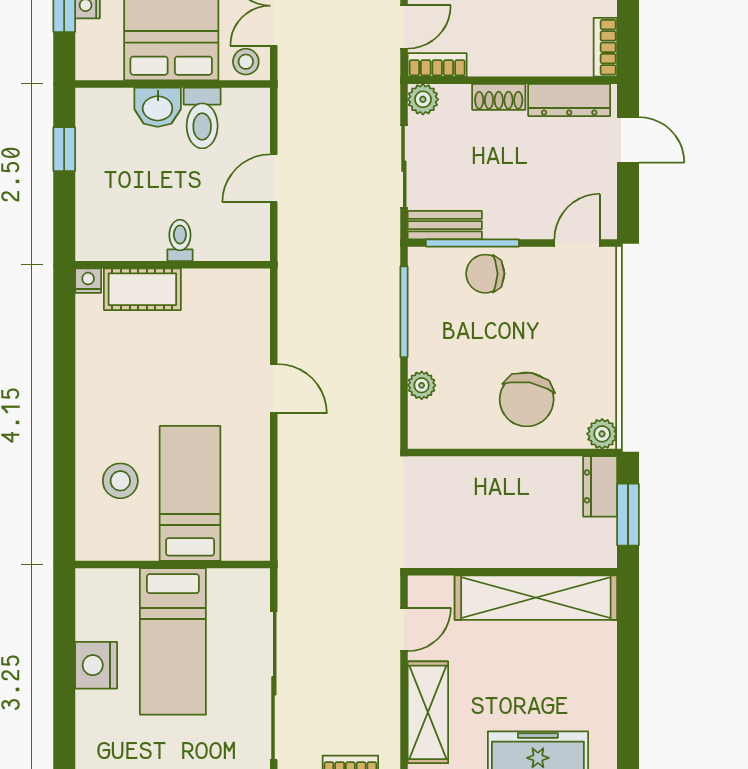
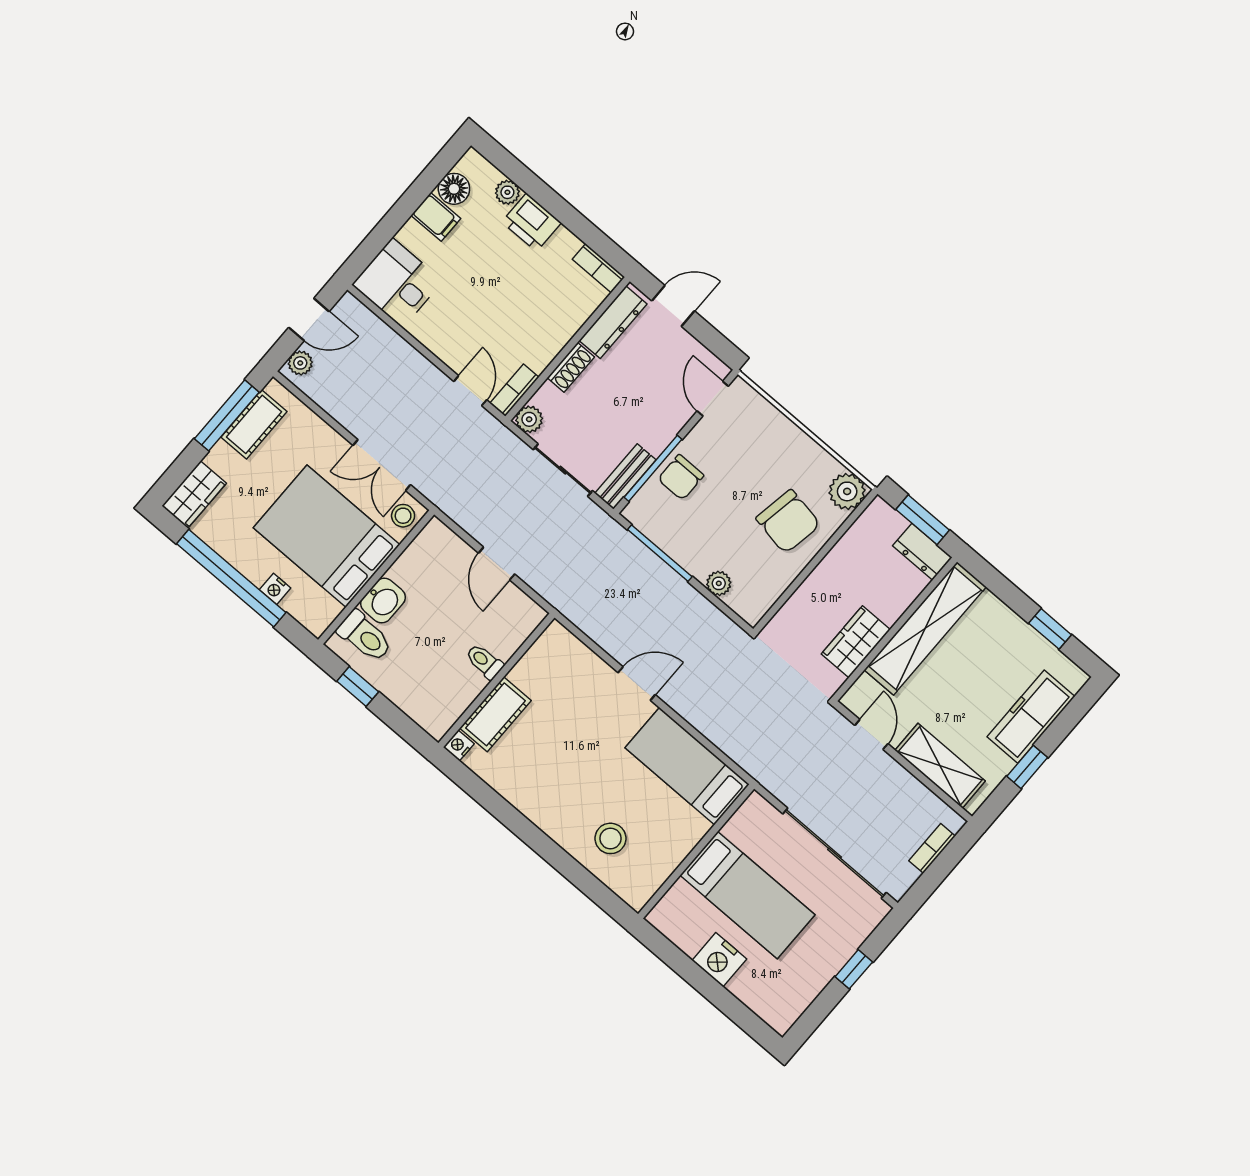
toilet: (202, 118) -> (365, 636), moved
plant: (602, 434) -> (847, 491), width x1.38, depth x1.38
dresser: (600, 486) -> (922, 552), moved
bed: (190, 493) -> (687, 766), moved
wardrobe: (473, 547) -> (856, 642), added
window: (628, 706) -> (1050, 629), added

